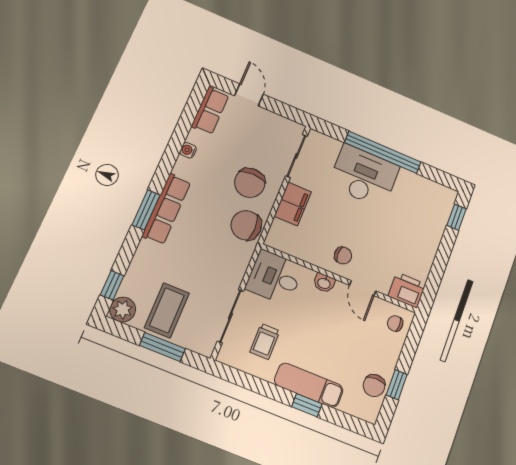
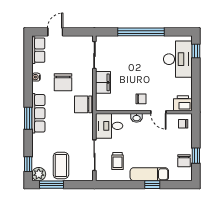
door: (249, 95) -> (55, 32), hinge flipped
desk: (364, 176) -> (178, 59), moved, turned 90
chair: (250, 183) -> (63, 82), moved
window: (162, 347) -> (51, 185), moved

